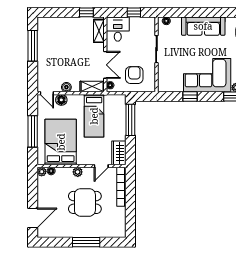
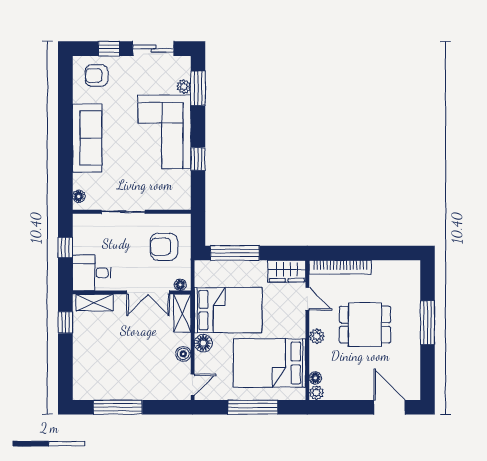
double door: (105, 65) -> (148, 292), swing flipped
floor lamp: (61, 100) -> (203, 343), moved
bed: (94, 116) -> (228, 310), width x1.50
dining table: (85, 202) -> (365, 325), turned 90

